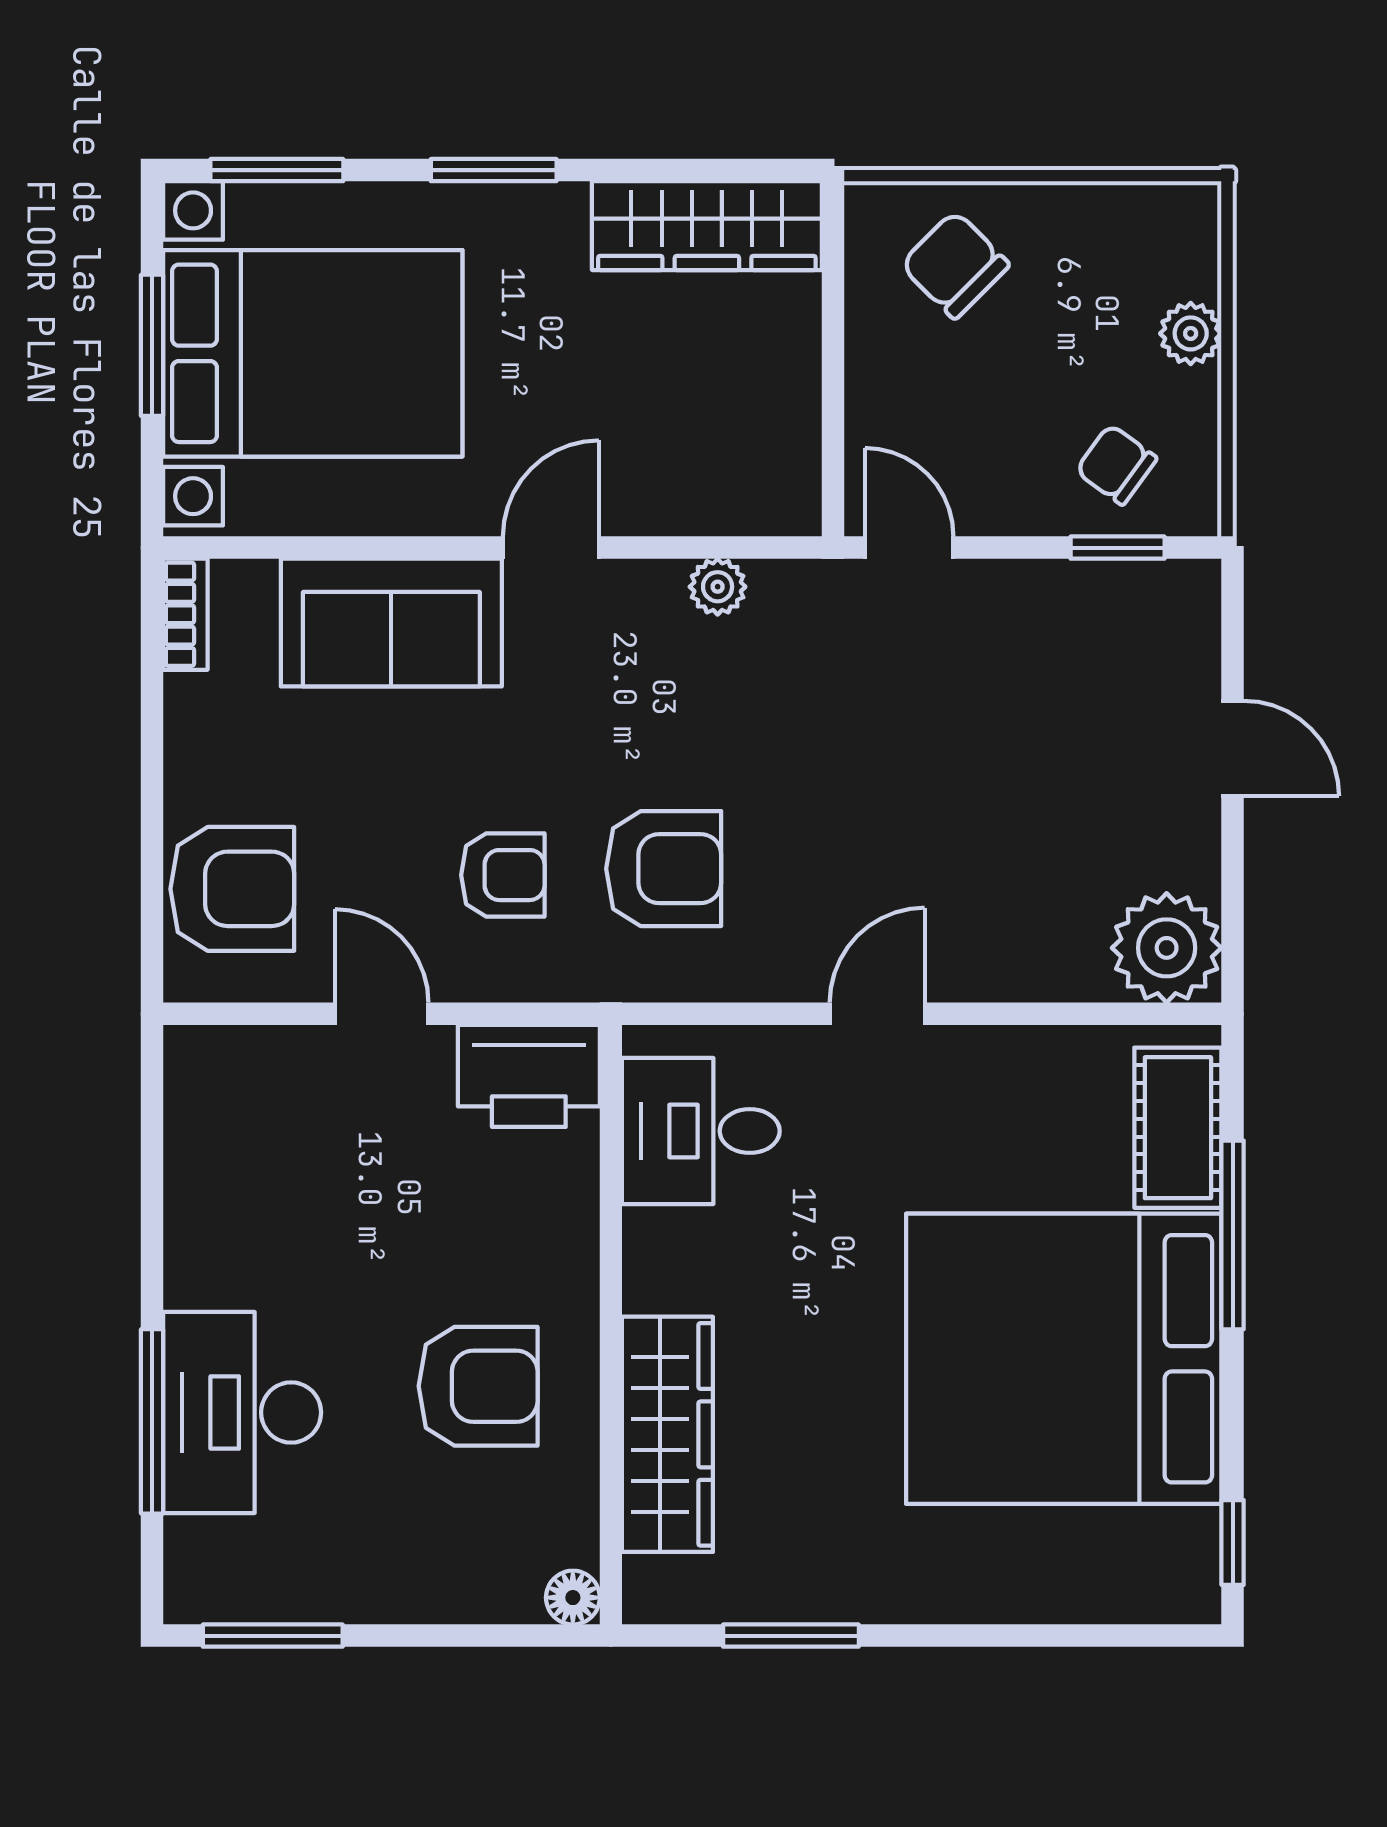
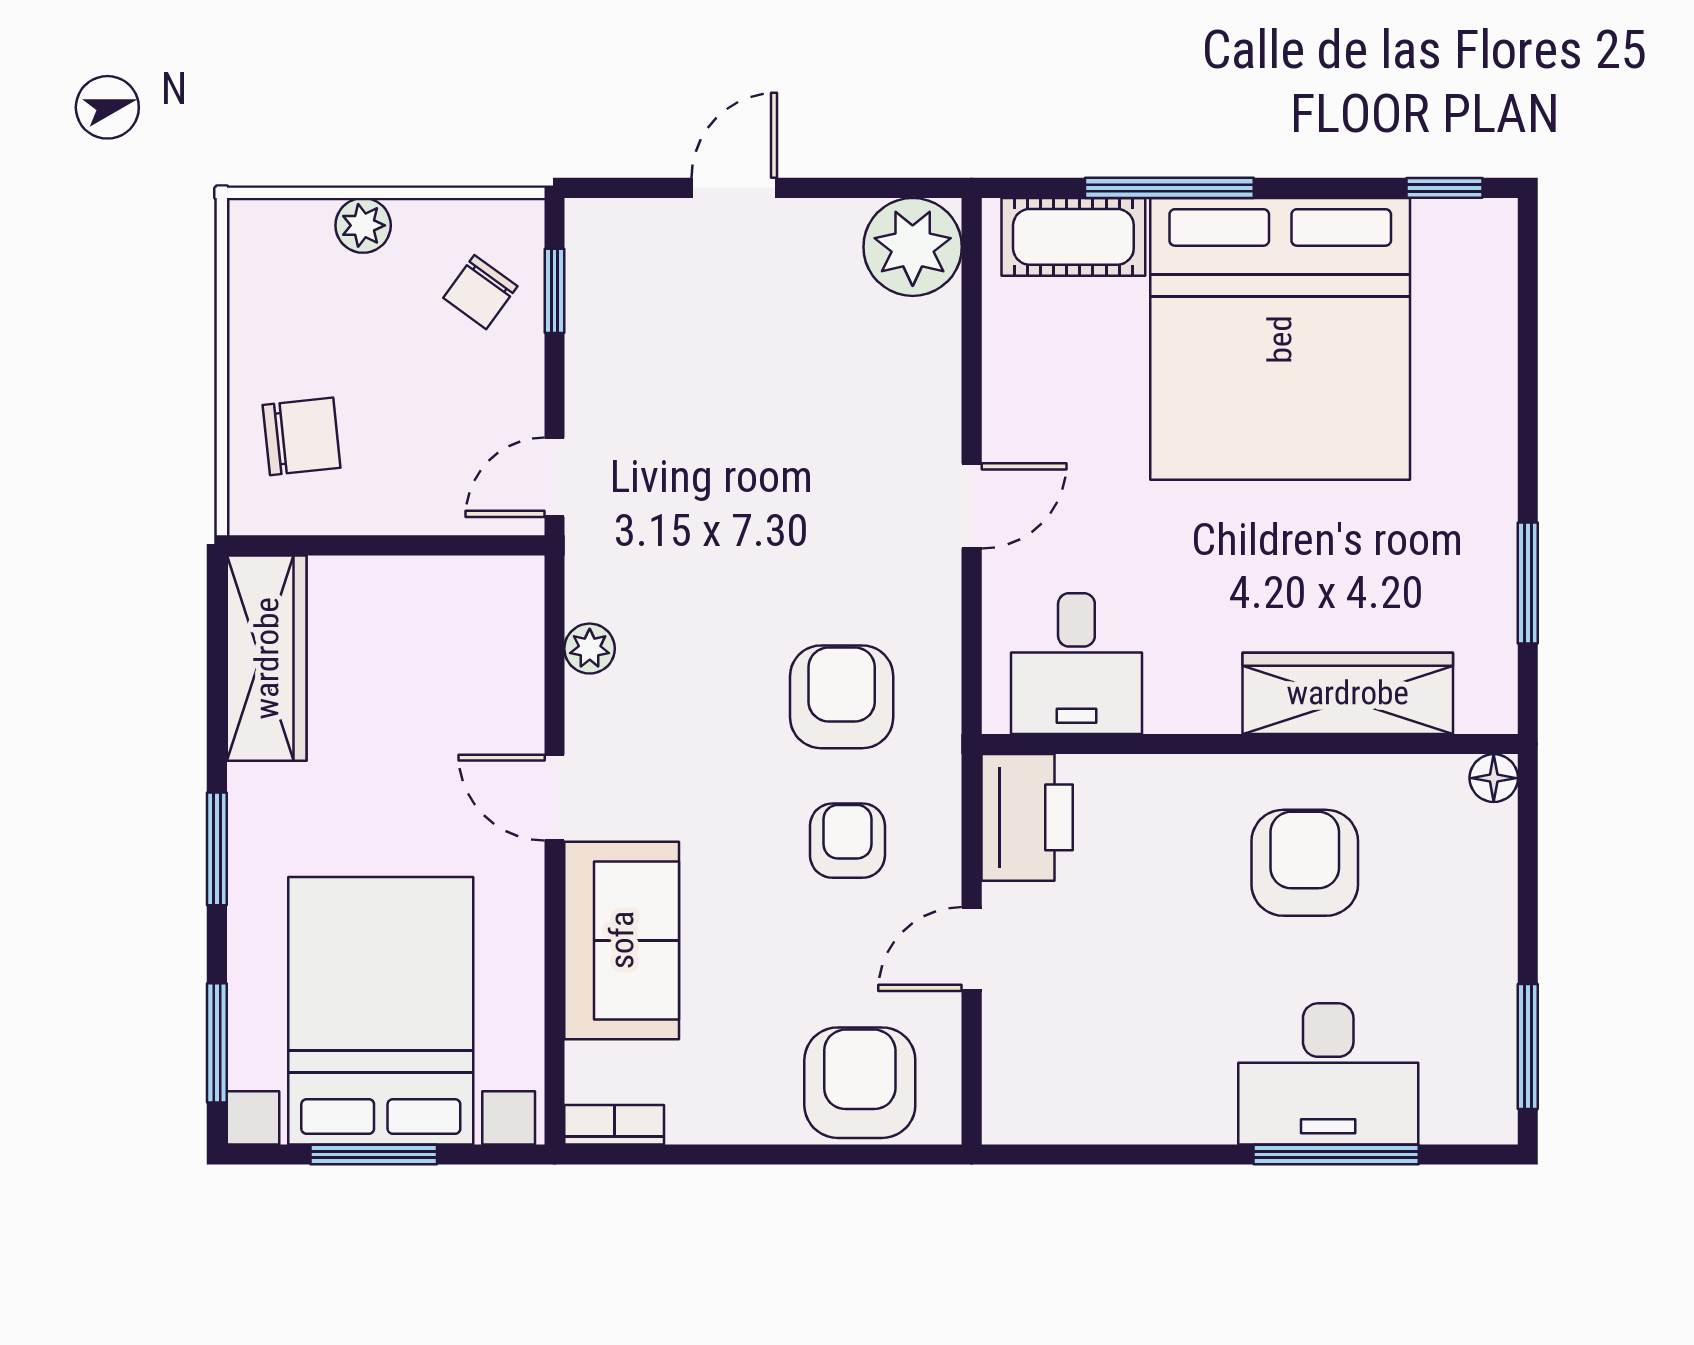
chair: (955, 265) -> (302, 436), turned -141
door: (877, 1014) -> (972, 506), swing flipped

